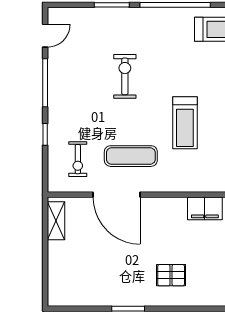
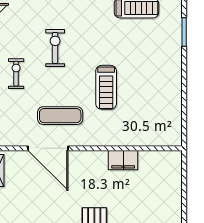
exercise bike: (78, 159) -> (16, 74), moved, turned 180

